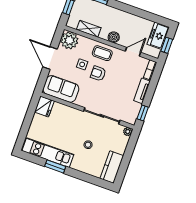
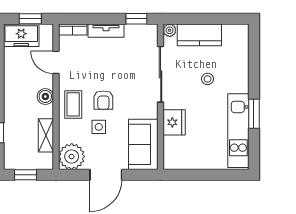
fridge: (44, 106) -> (174, 122), moved, turned 90
kitchen counter: (112, 167) -> (199, 35), moved

